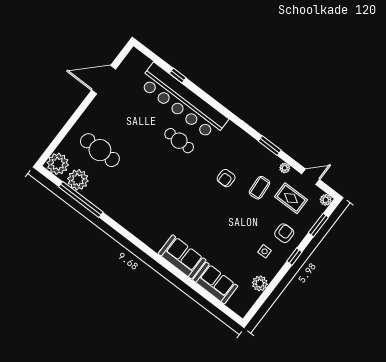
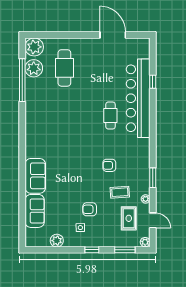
armchair: (284, 233) -> (90, 209), moved, turned 180

